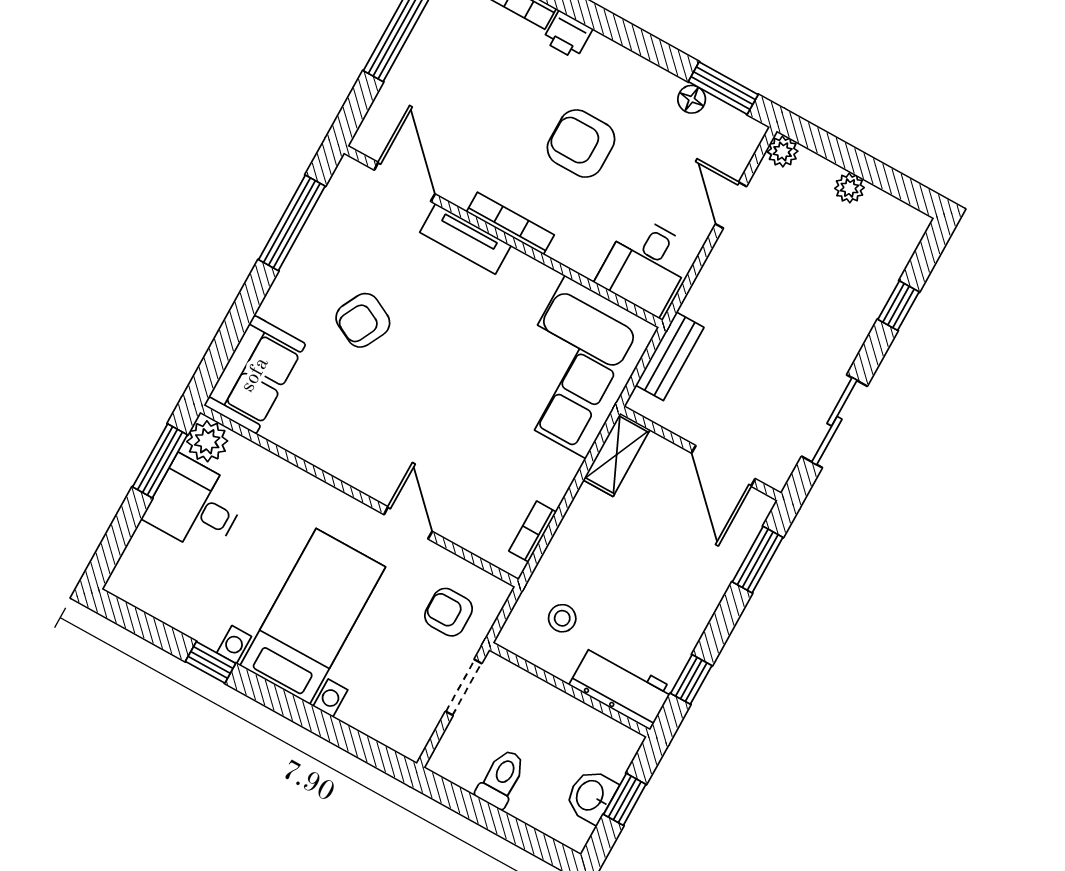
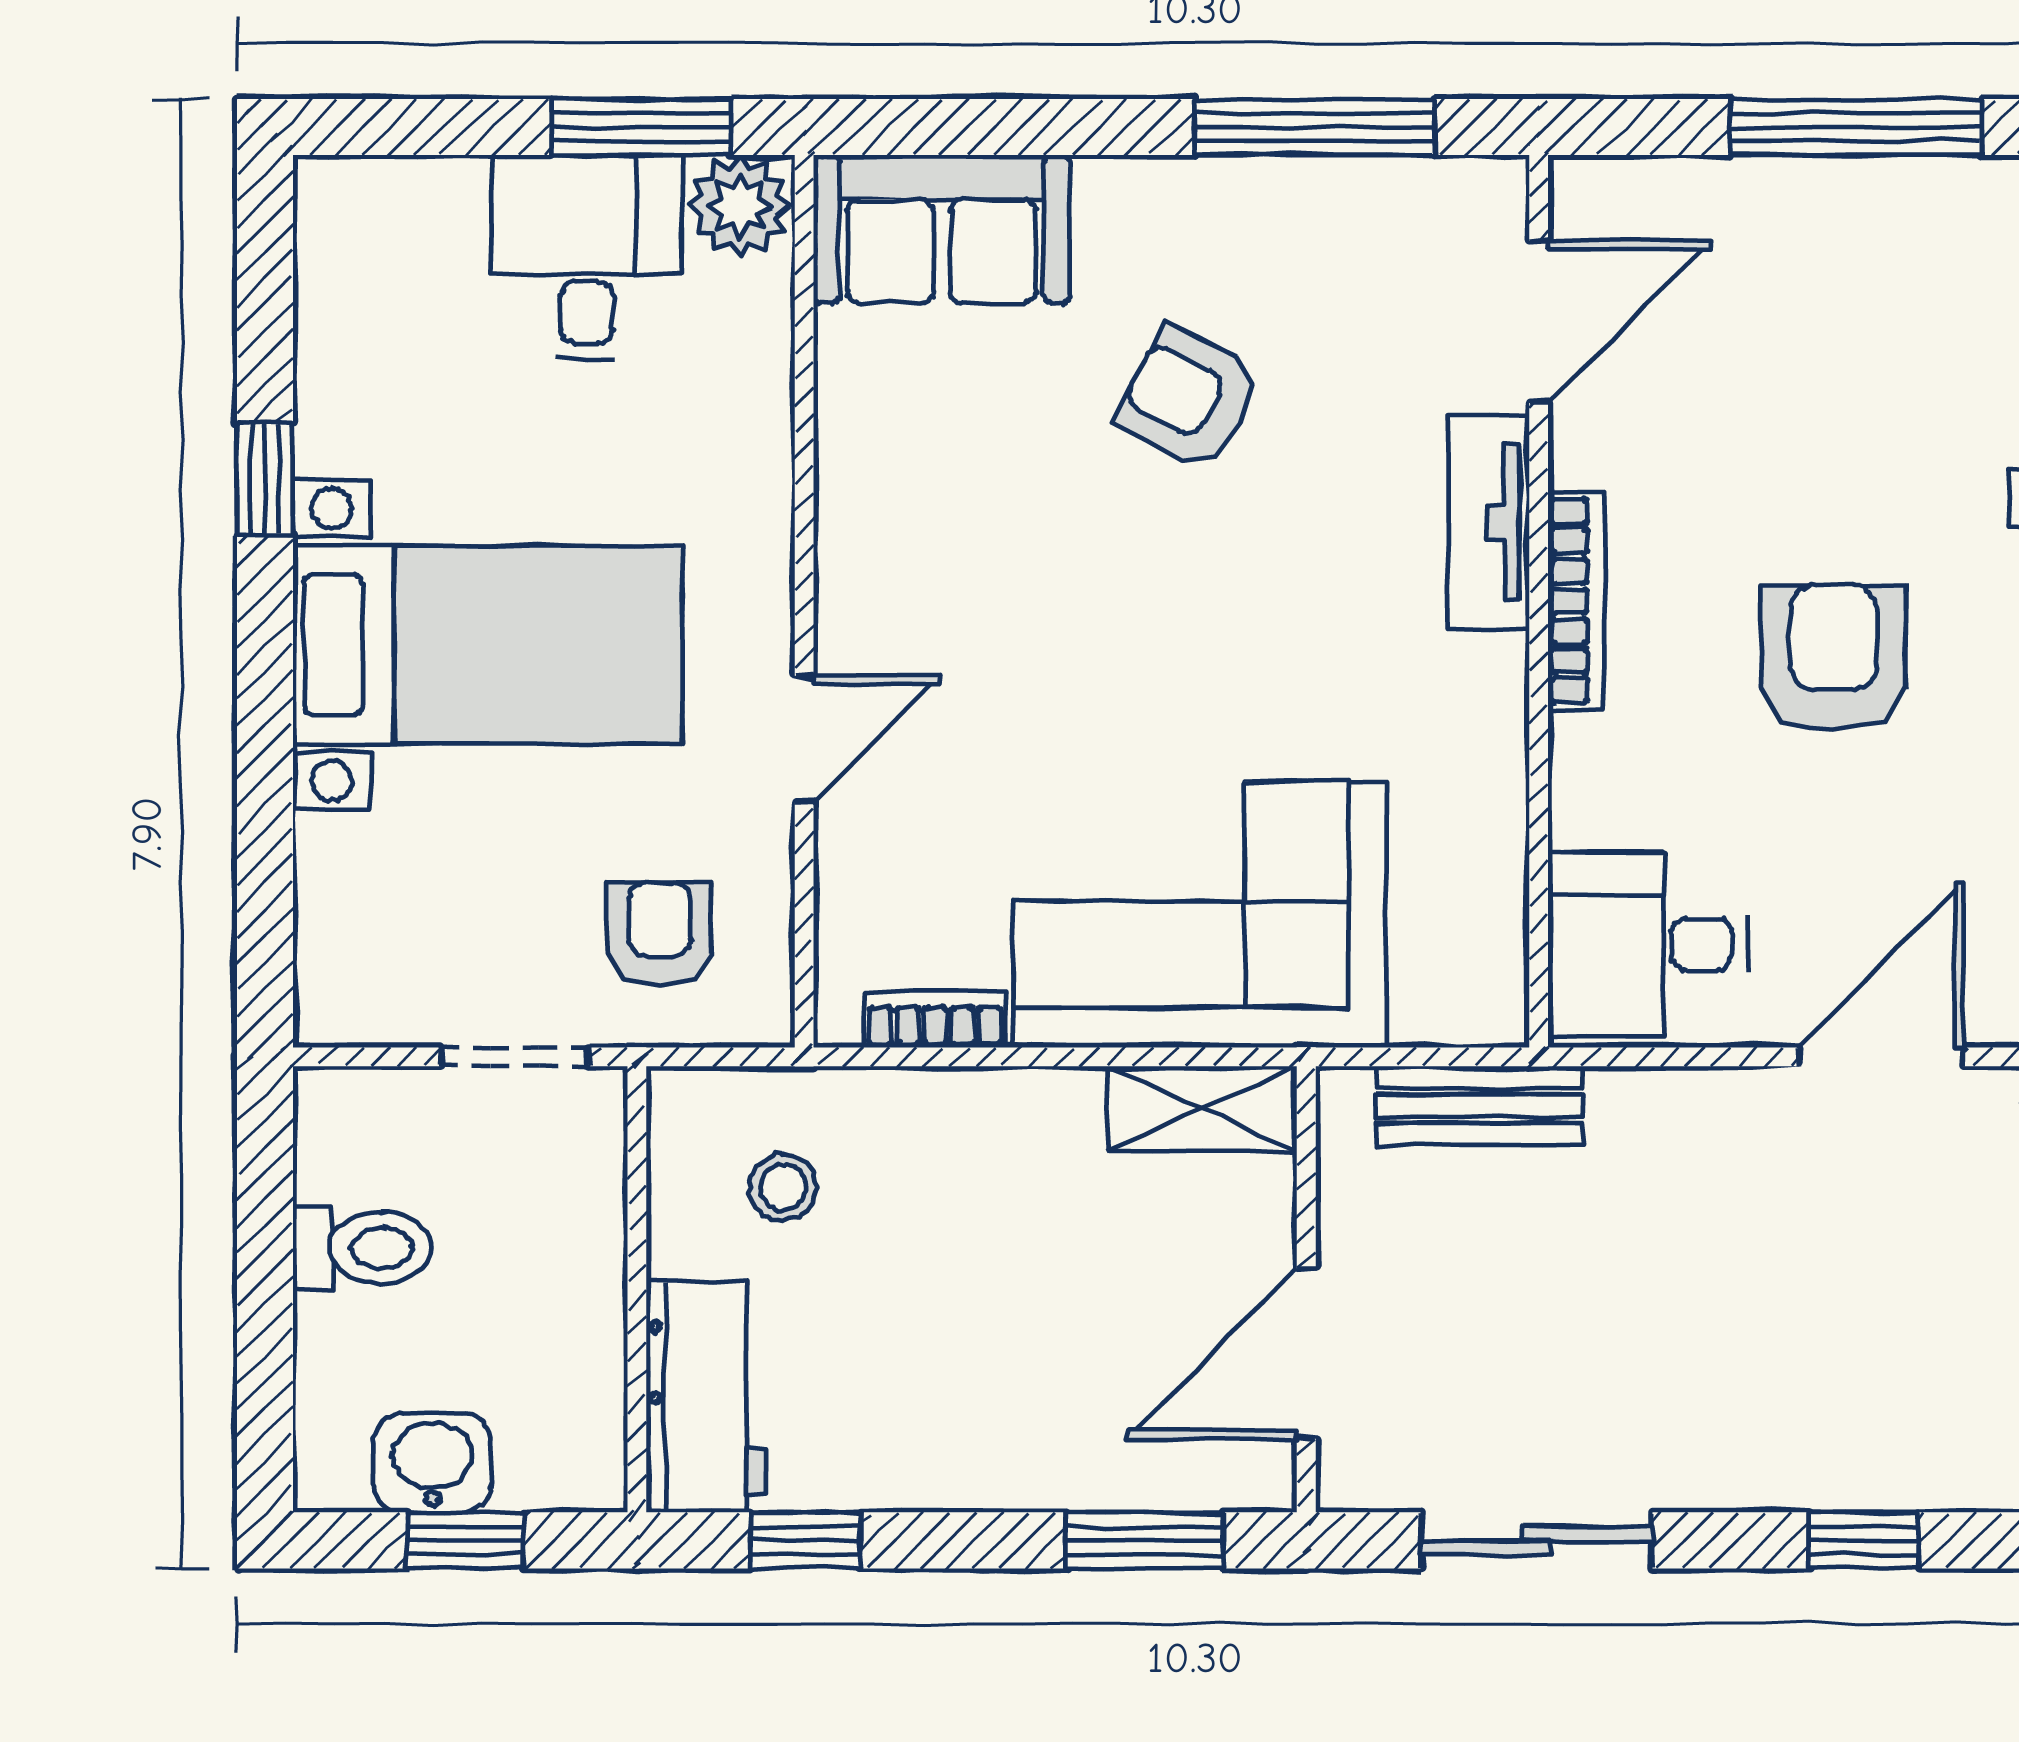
door: (731, 205) -> (1880, 1057), width x1.38
corner sofa: (576, 367) -> (1200, 915), moved

